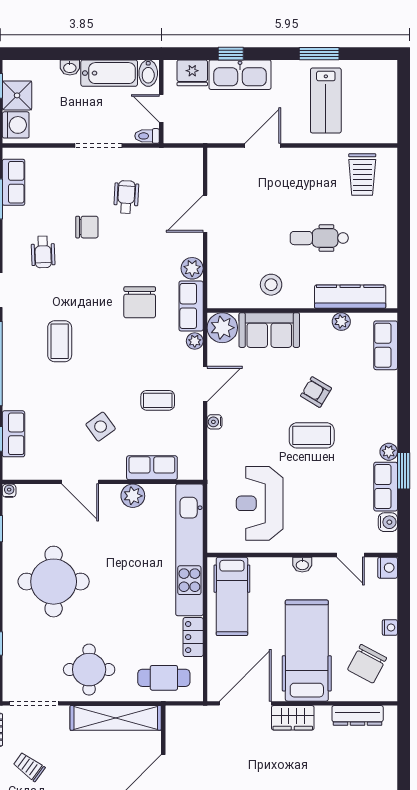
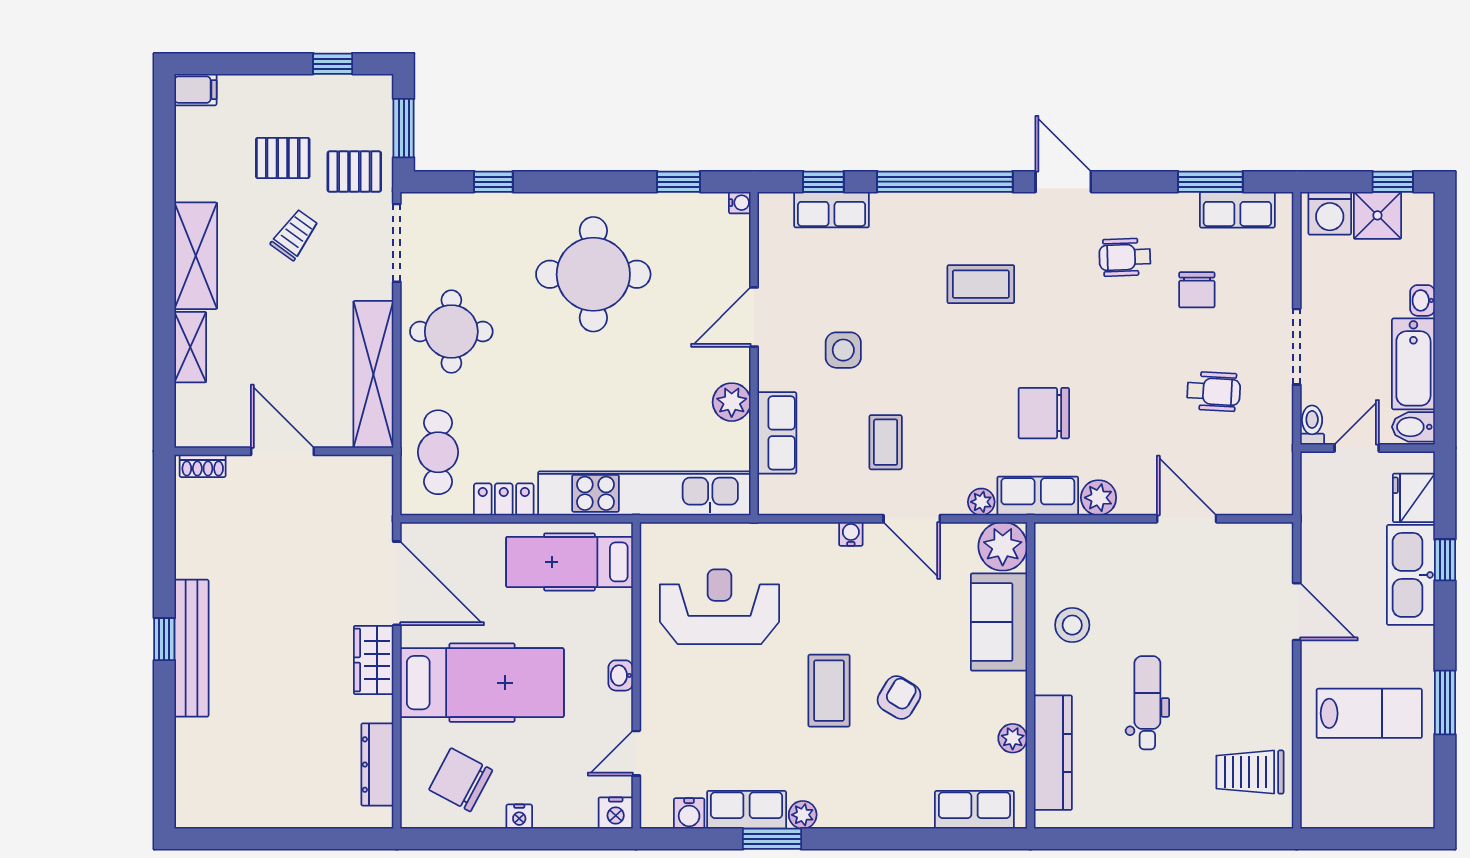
lab bench: (326, 101) -> (1369, 713), turned 180
chair: (87, 227) -> (1197, 290), moved
side table: (101, 427) -> (843, 350), turned 36

